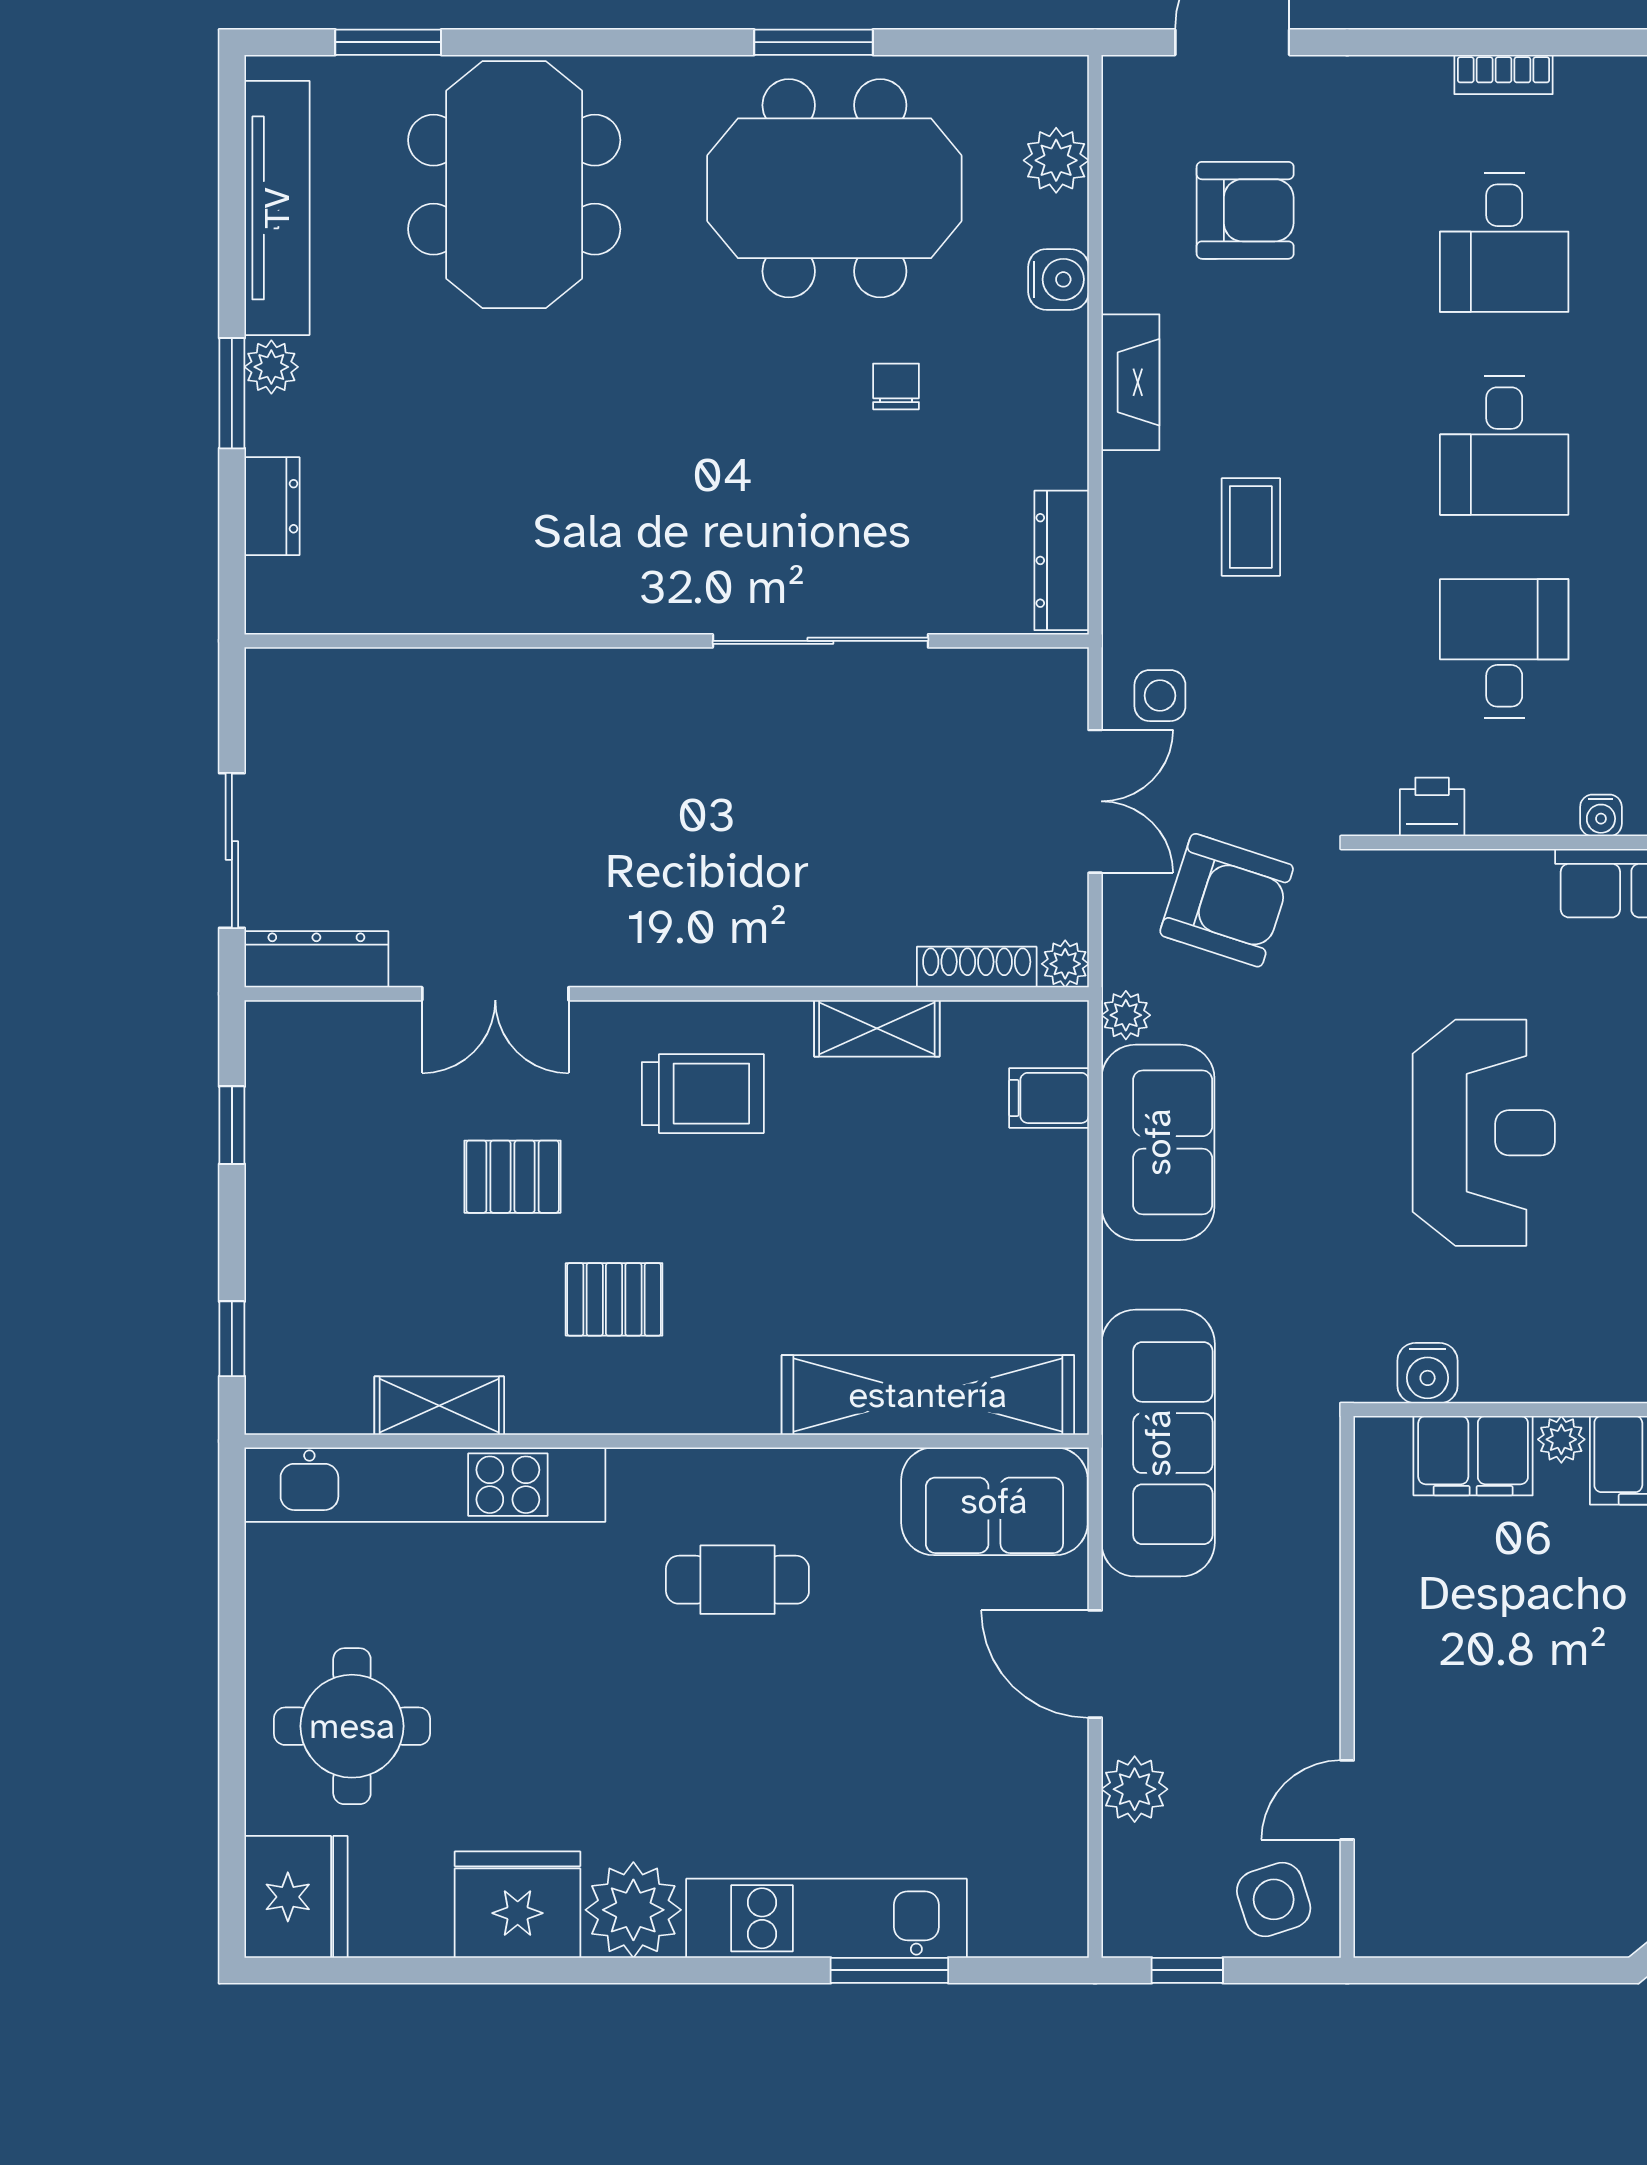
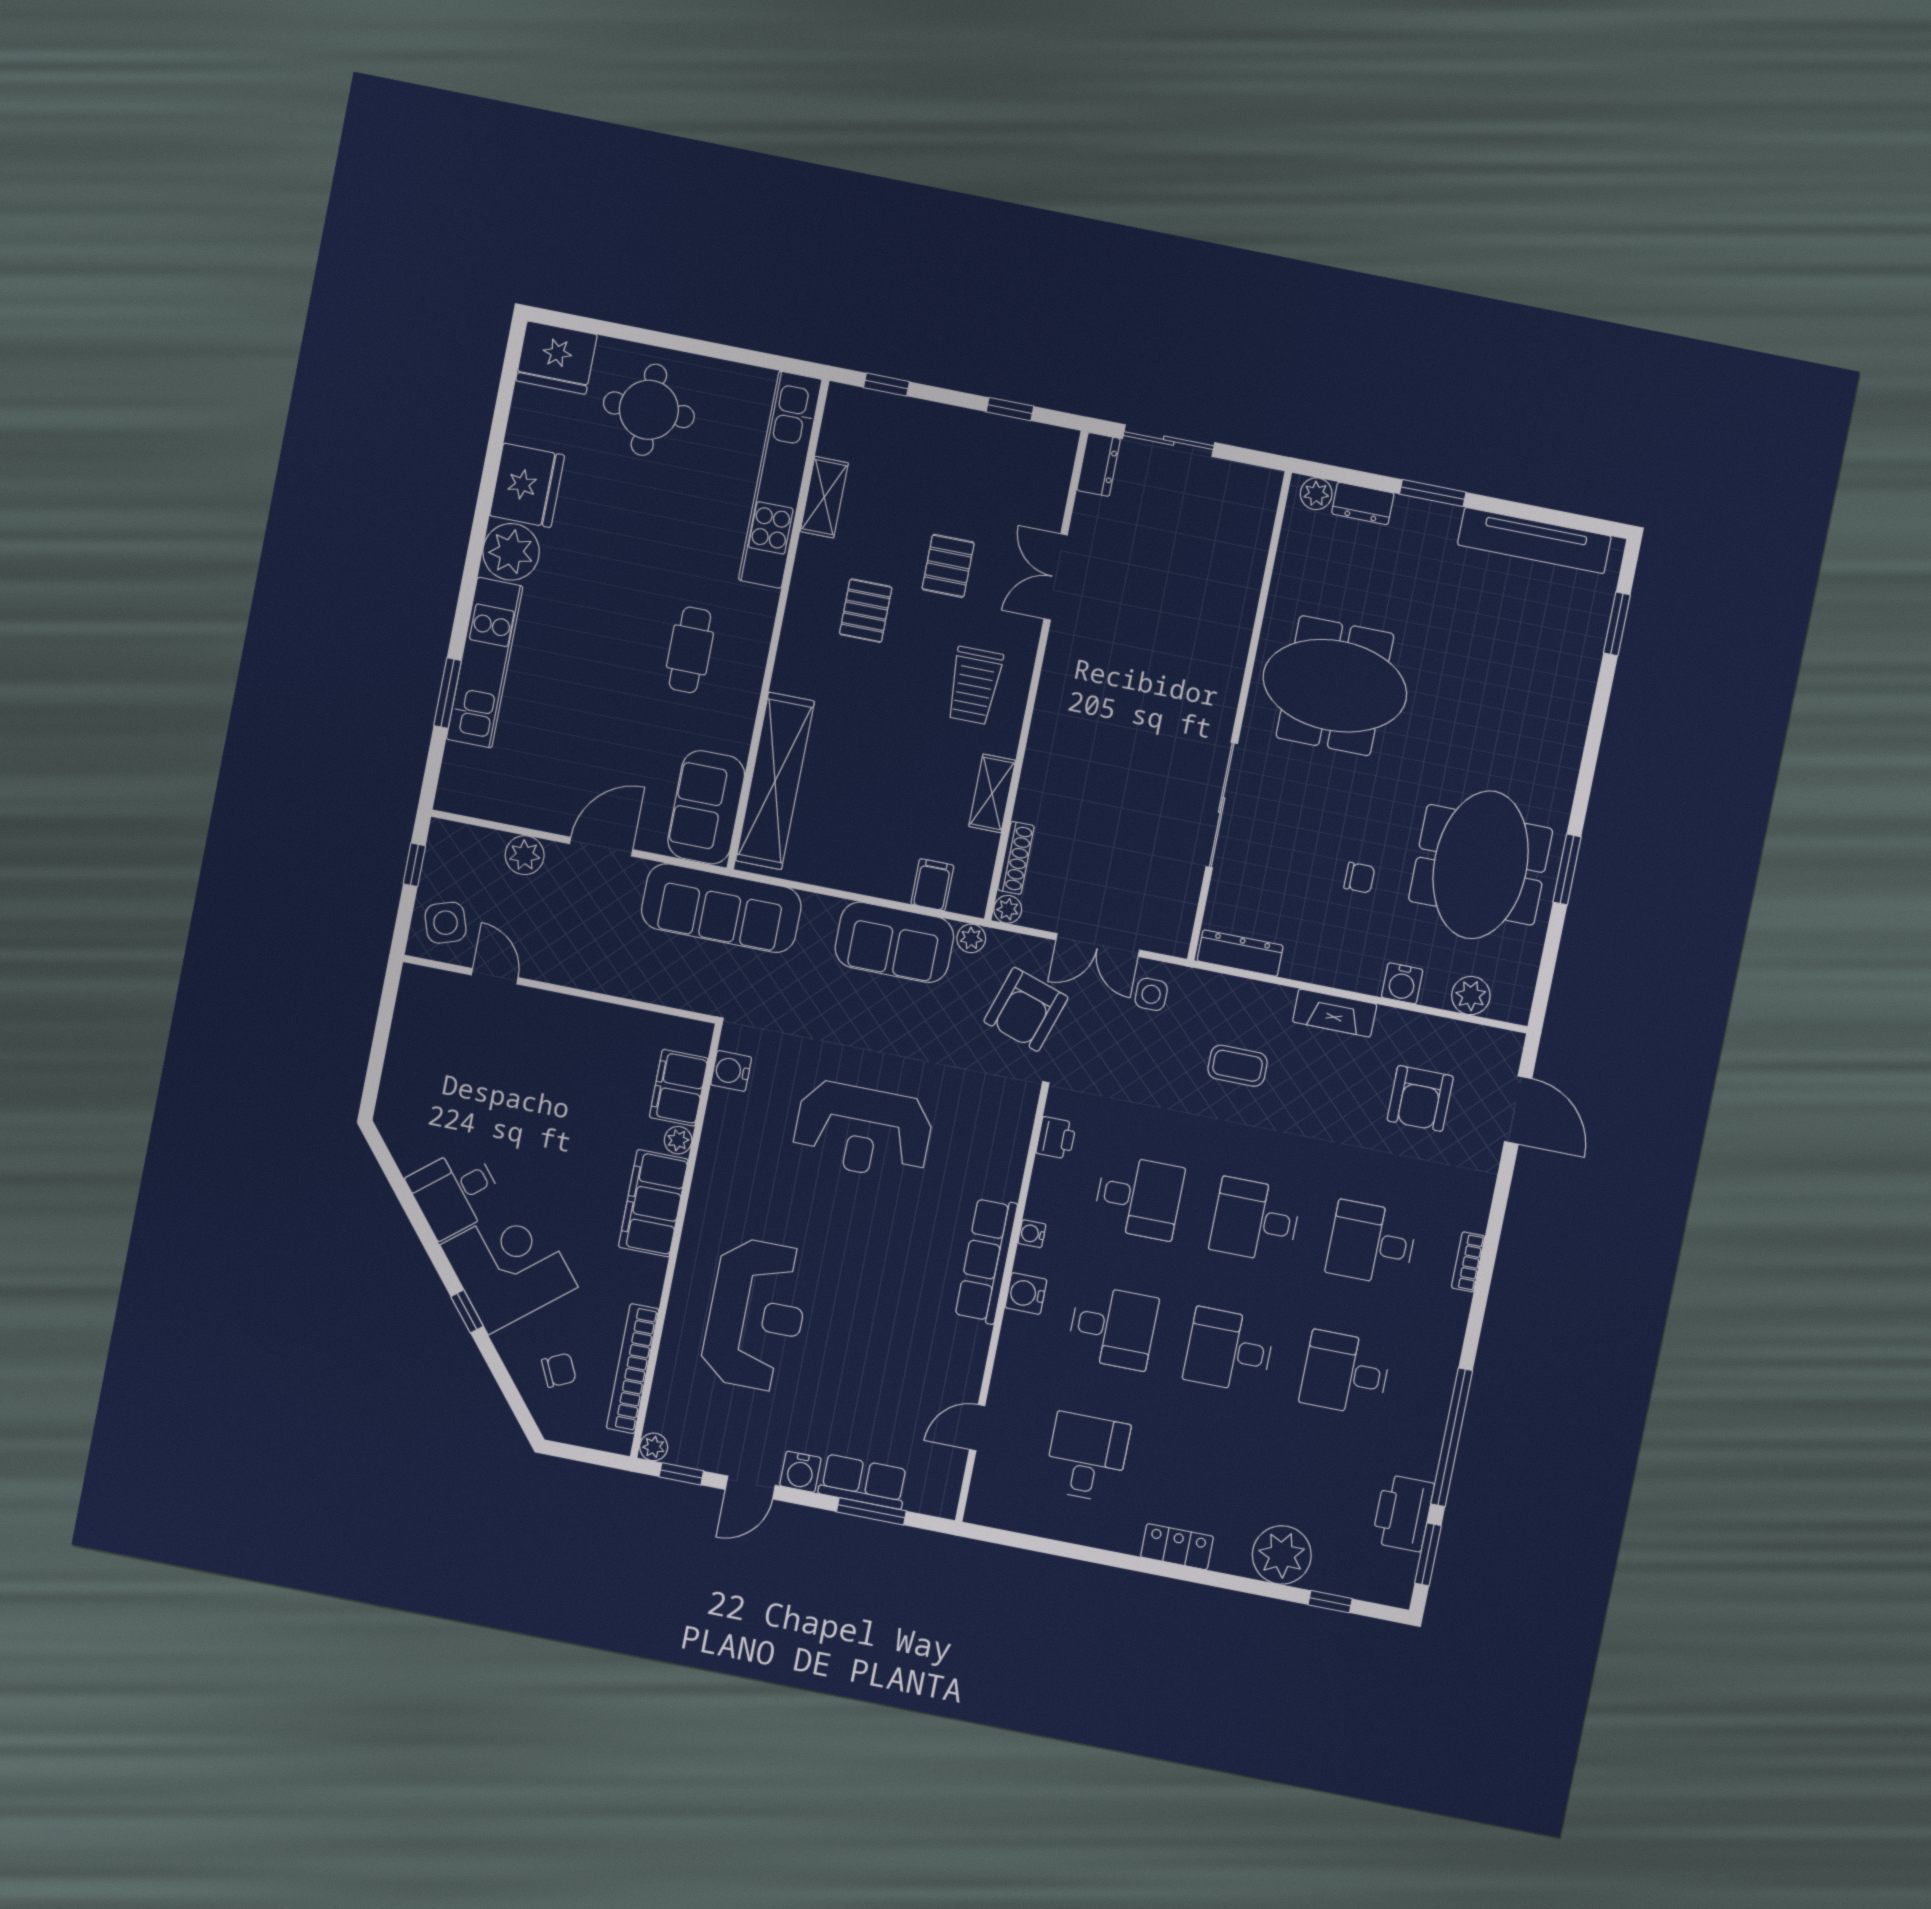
meeting table: (514, 185) -> (1335, 686), moved
plant: (271, 367) -> (1316, 494), moved
dresser: (316, 959) -> (1099, 464), width x0.70

